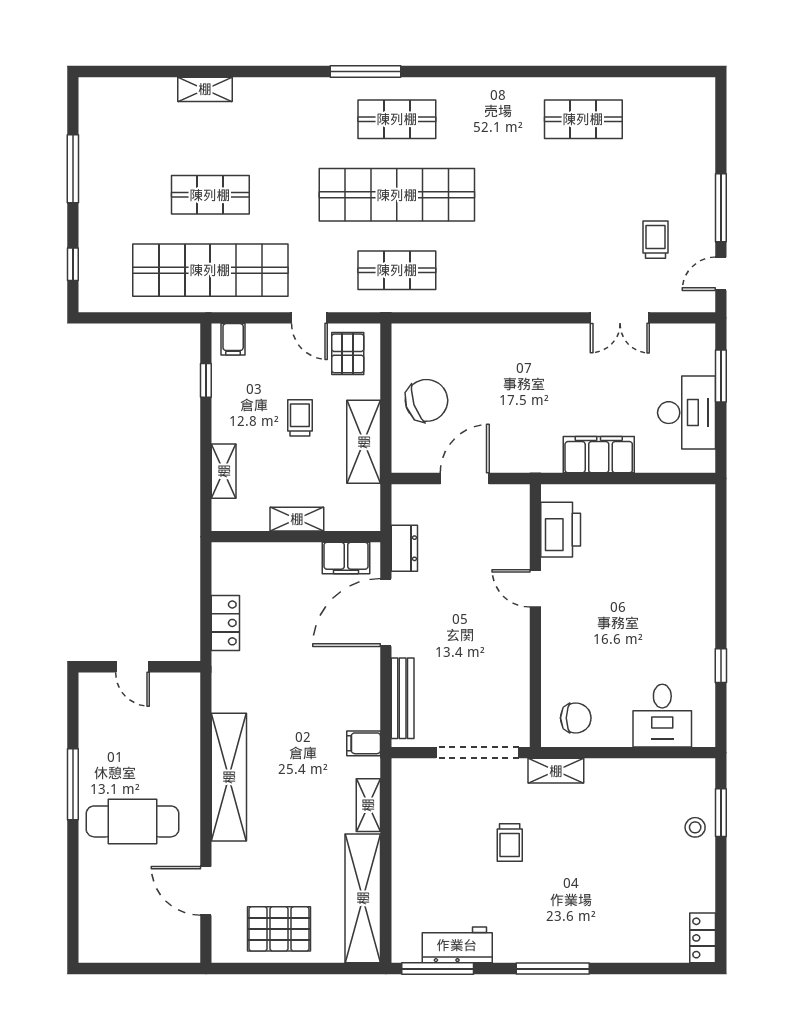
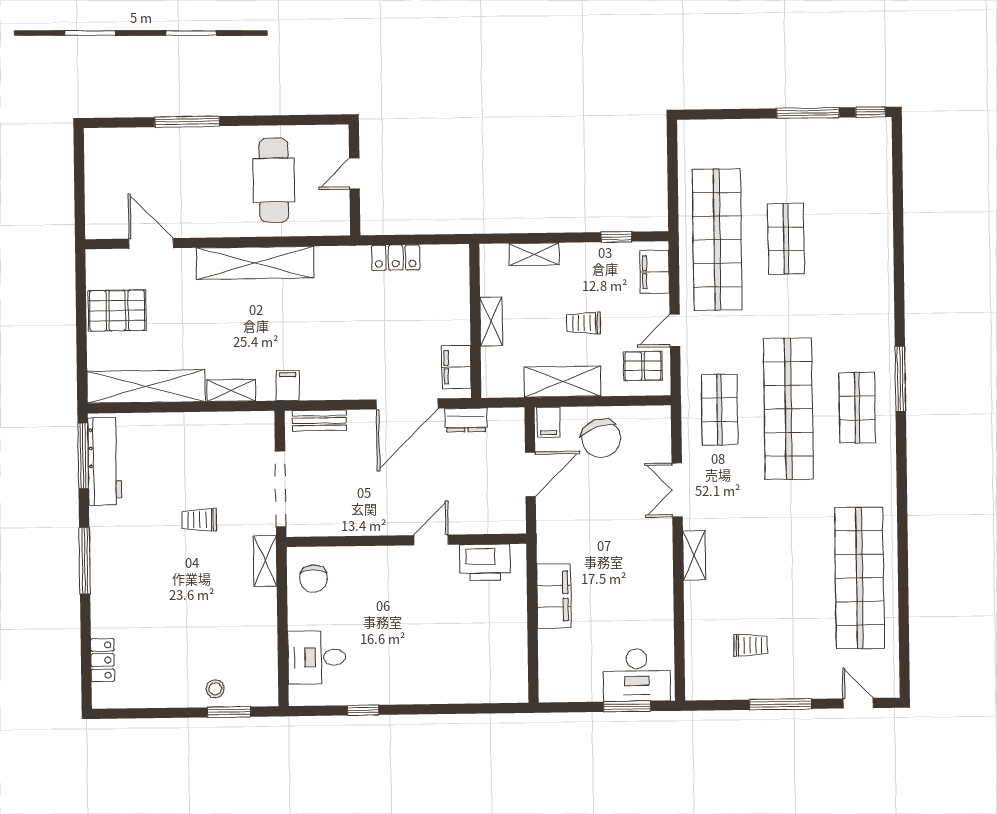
shelving: (205, 89) -> (694, 555), moved
shop shelf: (583, 119) -> (860, 578), width x2.00, depth x1.36
window: (73, 264) -> (871, 112), moved
door: (721, 274) -> (858, 703), moved
double door: (620, 318) -> (677, 490), moved
filing cabinet: (233, 339) -> (655, 272), width x2.00
desk: (686, 413) -> (637, 675), moved
trolley: (300, 418) -> (584, 323), turned 180
filing cabinet: (408, 458) -> (548, 422), added
door: (465, 478) -> (530, 474), hinge flipped
door: (386, 613) -> (407, 404), swing flipped
bench: (403, 698) -> (319, 421), width x0.73
window: (73, 784) -> (187, 122), moved
cafe table: (133, 821) -> (274, 180), moved
door: (206, 891) -> (151, 243), hinge flipped
pallet: (279, 929) -> (117, 311), turned 90
locker: (703, 938) -> (103, 660), moved, turned 90
workbench: (457, 945) -> (105, 461), width x1.38

